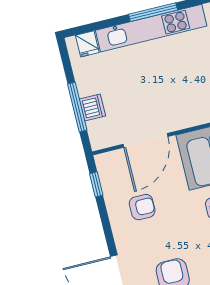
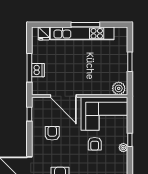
door: (145, 140) -> (63, 96), hinge flipped
armchair: (142, 207) -> (52, 133), turned -90

